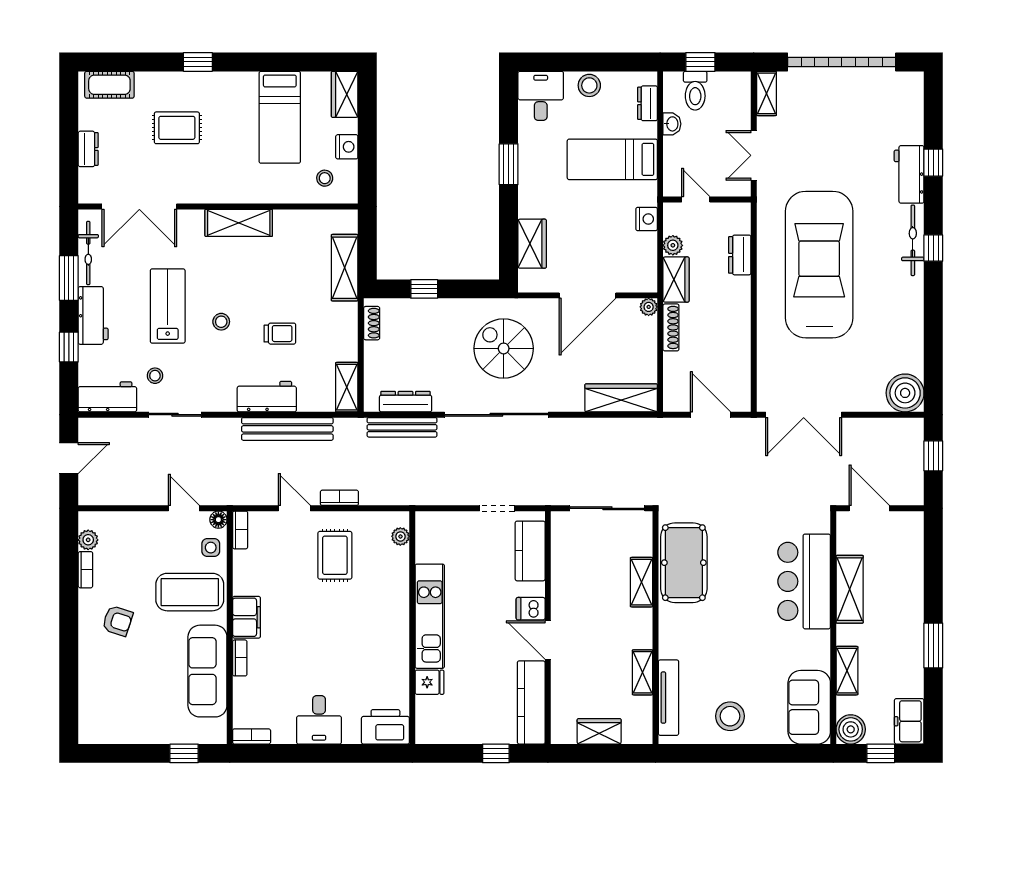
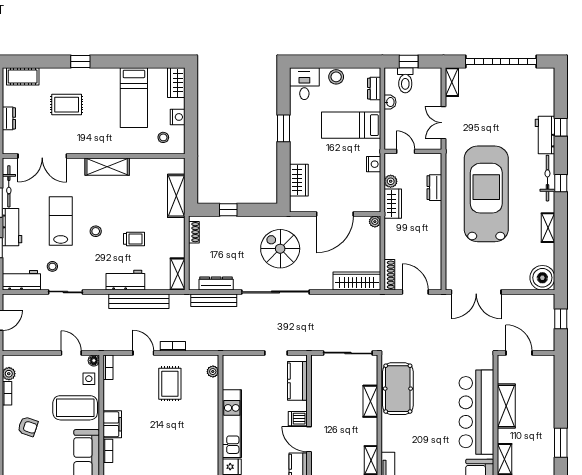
shelving: (914, 316) -> (548, 228), added
shoe rack: (671, 327) -> (389, 275), moved
bar counter: (804, 581) -> (476, 412), width x1.36

